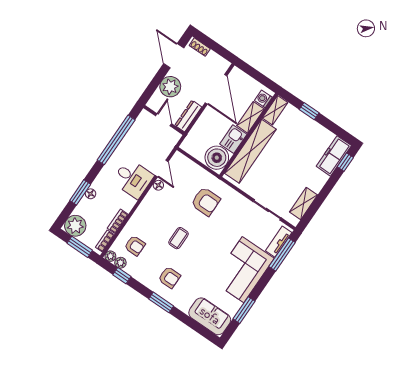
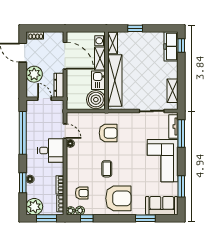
armchair: (169, 278) -> (118, 198), width x1.88, depth x1.88
window: (161, 302) -> (145, 218), moved

